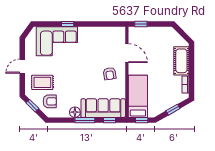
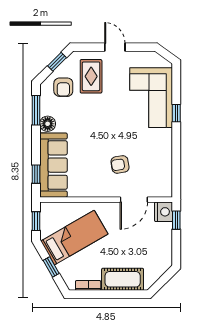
nightstand: (135, 33) -> (164, 212), added
armchair: (110, 74) -> (120, 164), moved
bed: (138, 96) -> (74, 238), moved, turned -30
window: (85, 120) -> (36, 110), moved

